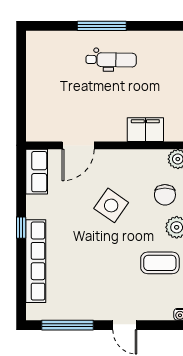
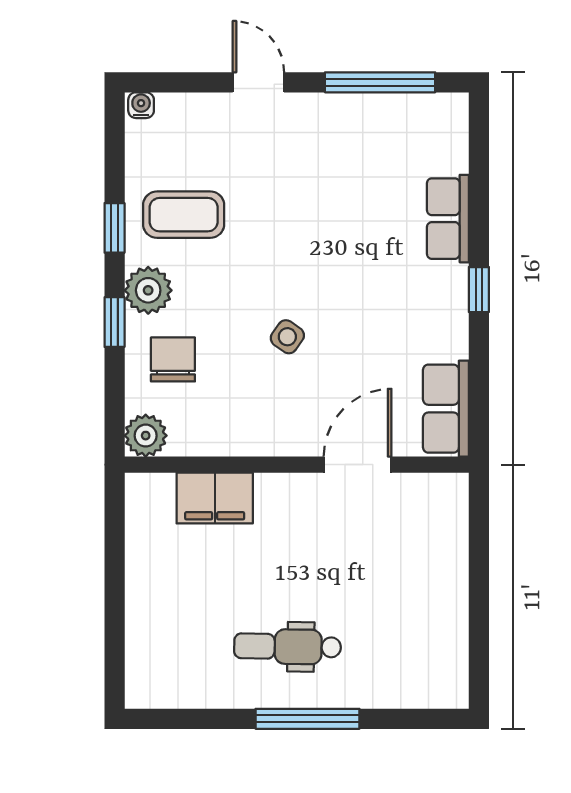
side table: (111, 205) -> (287, 337), width x0.54, depth x0.54
row of seats: (36, 261) -> (448, 219), width x0.50

